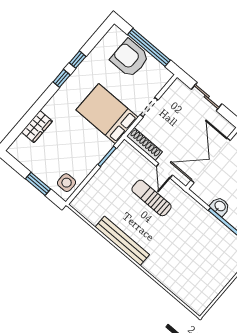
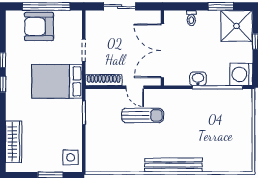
wardrobe: (37, 127) -> (14, 142), width x1.50
sun lounger: (151, 198) -> (143, 115), turned 180
bench: (122, 241) -> (174, 165), moved

